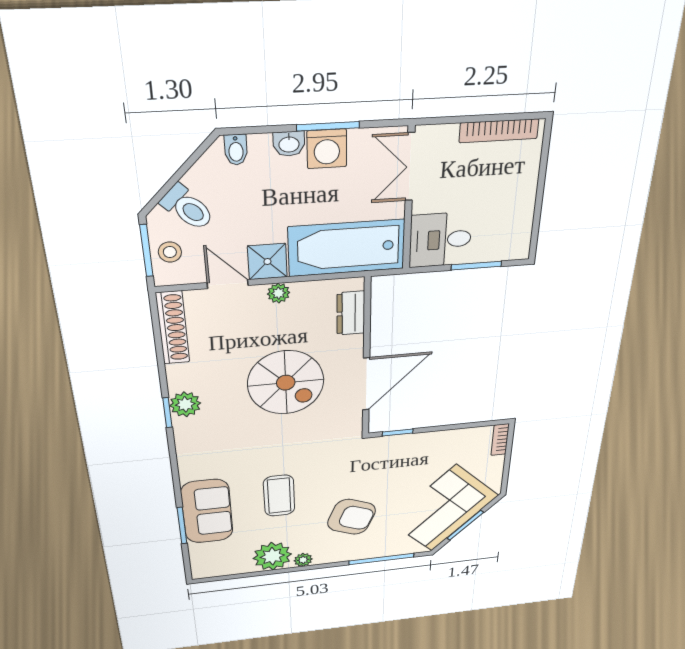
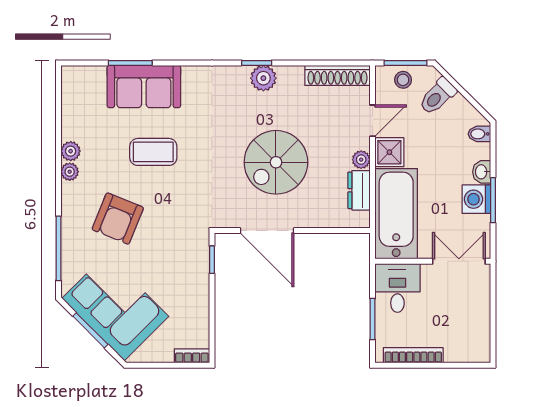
bookcase: (499, 131) -> (413, 355), moved, turned 90
dresser: (351, 313) -> (359, 190), moved, turned -90
plant: (272, 556) -> (71, 151), width x0.53, depth x0.53

